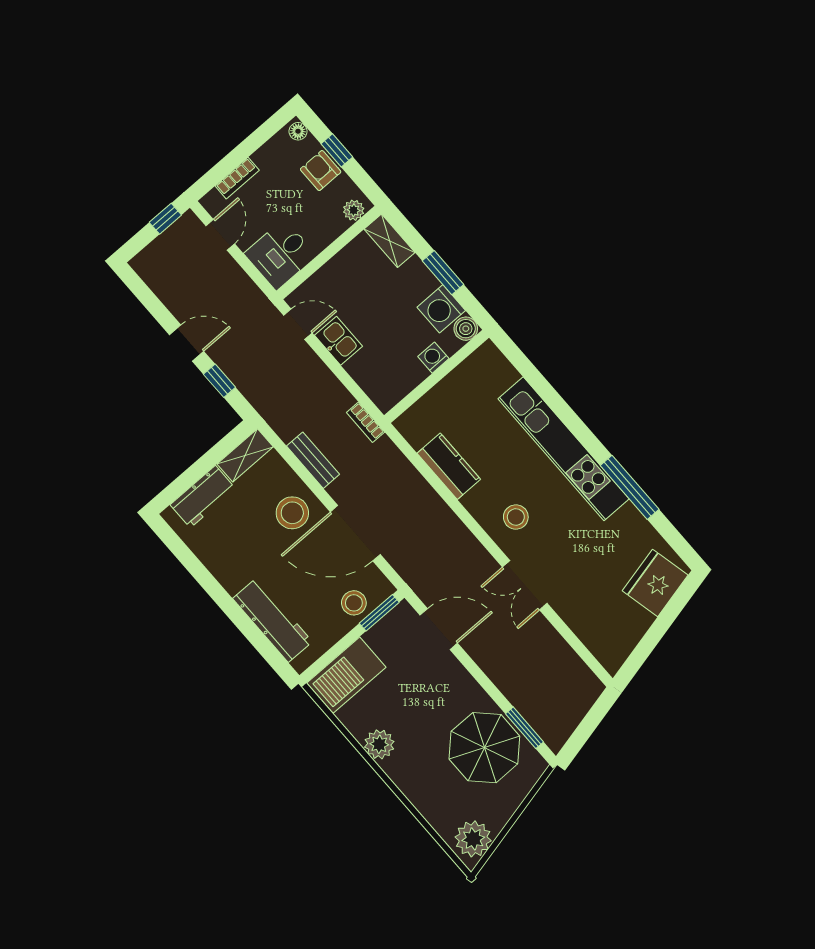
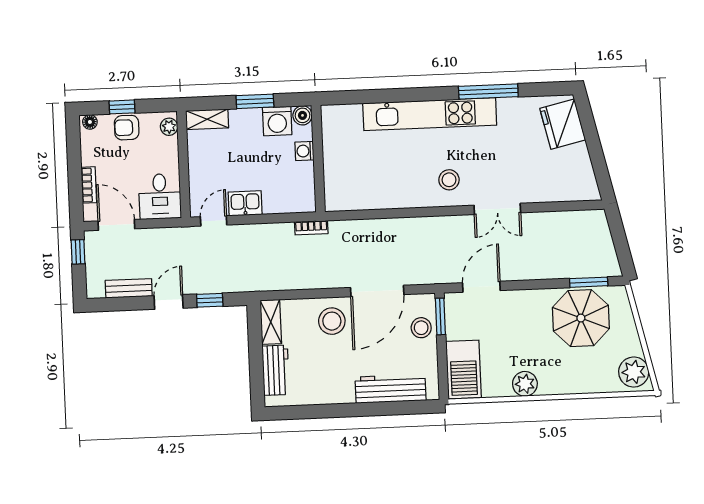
door: (220, 235) -> (116, 225), width x1.38
bench: (313, 460) -> (129, 288), moved
kitchen counter: (449, 466) -> (382, 197), removed

